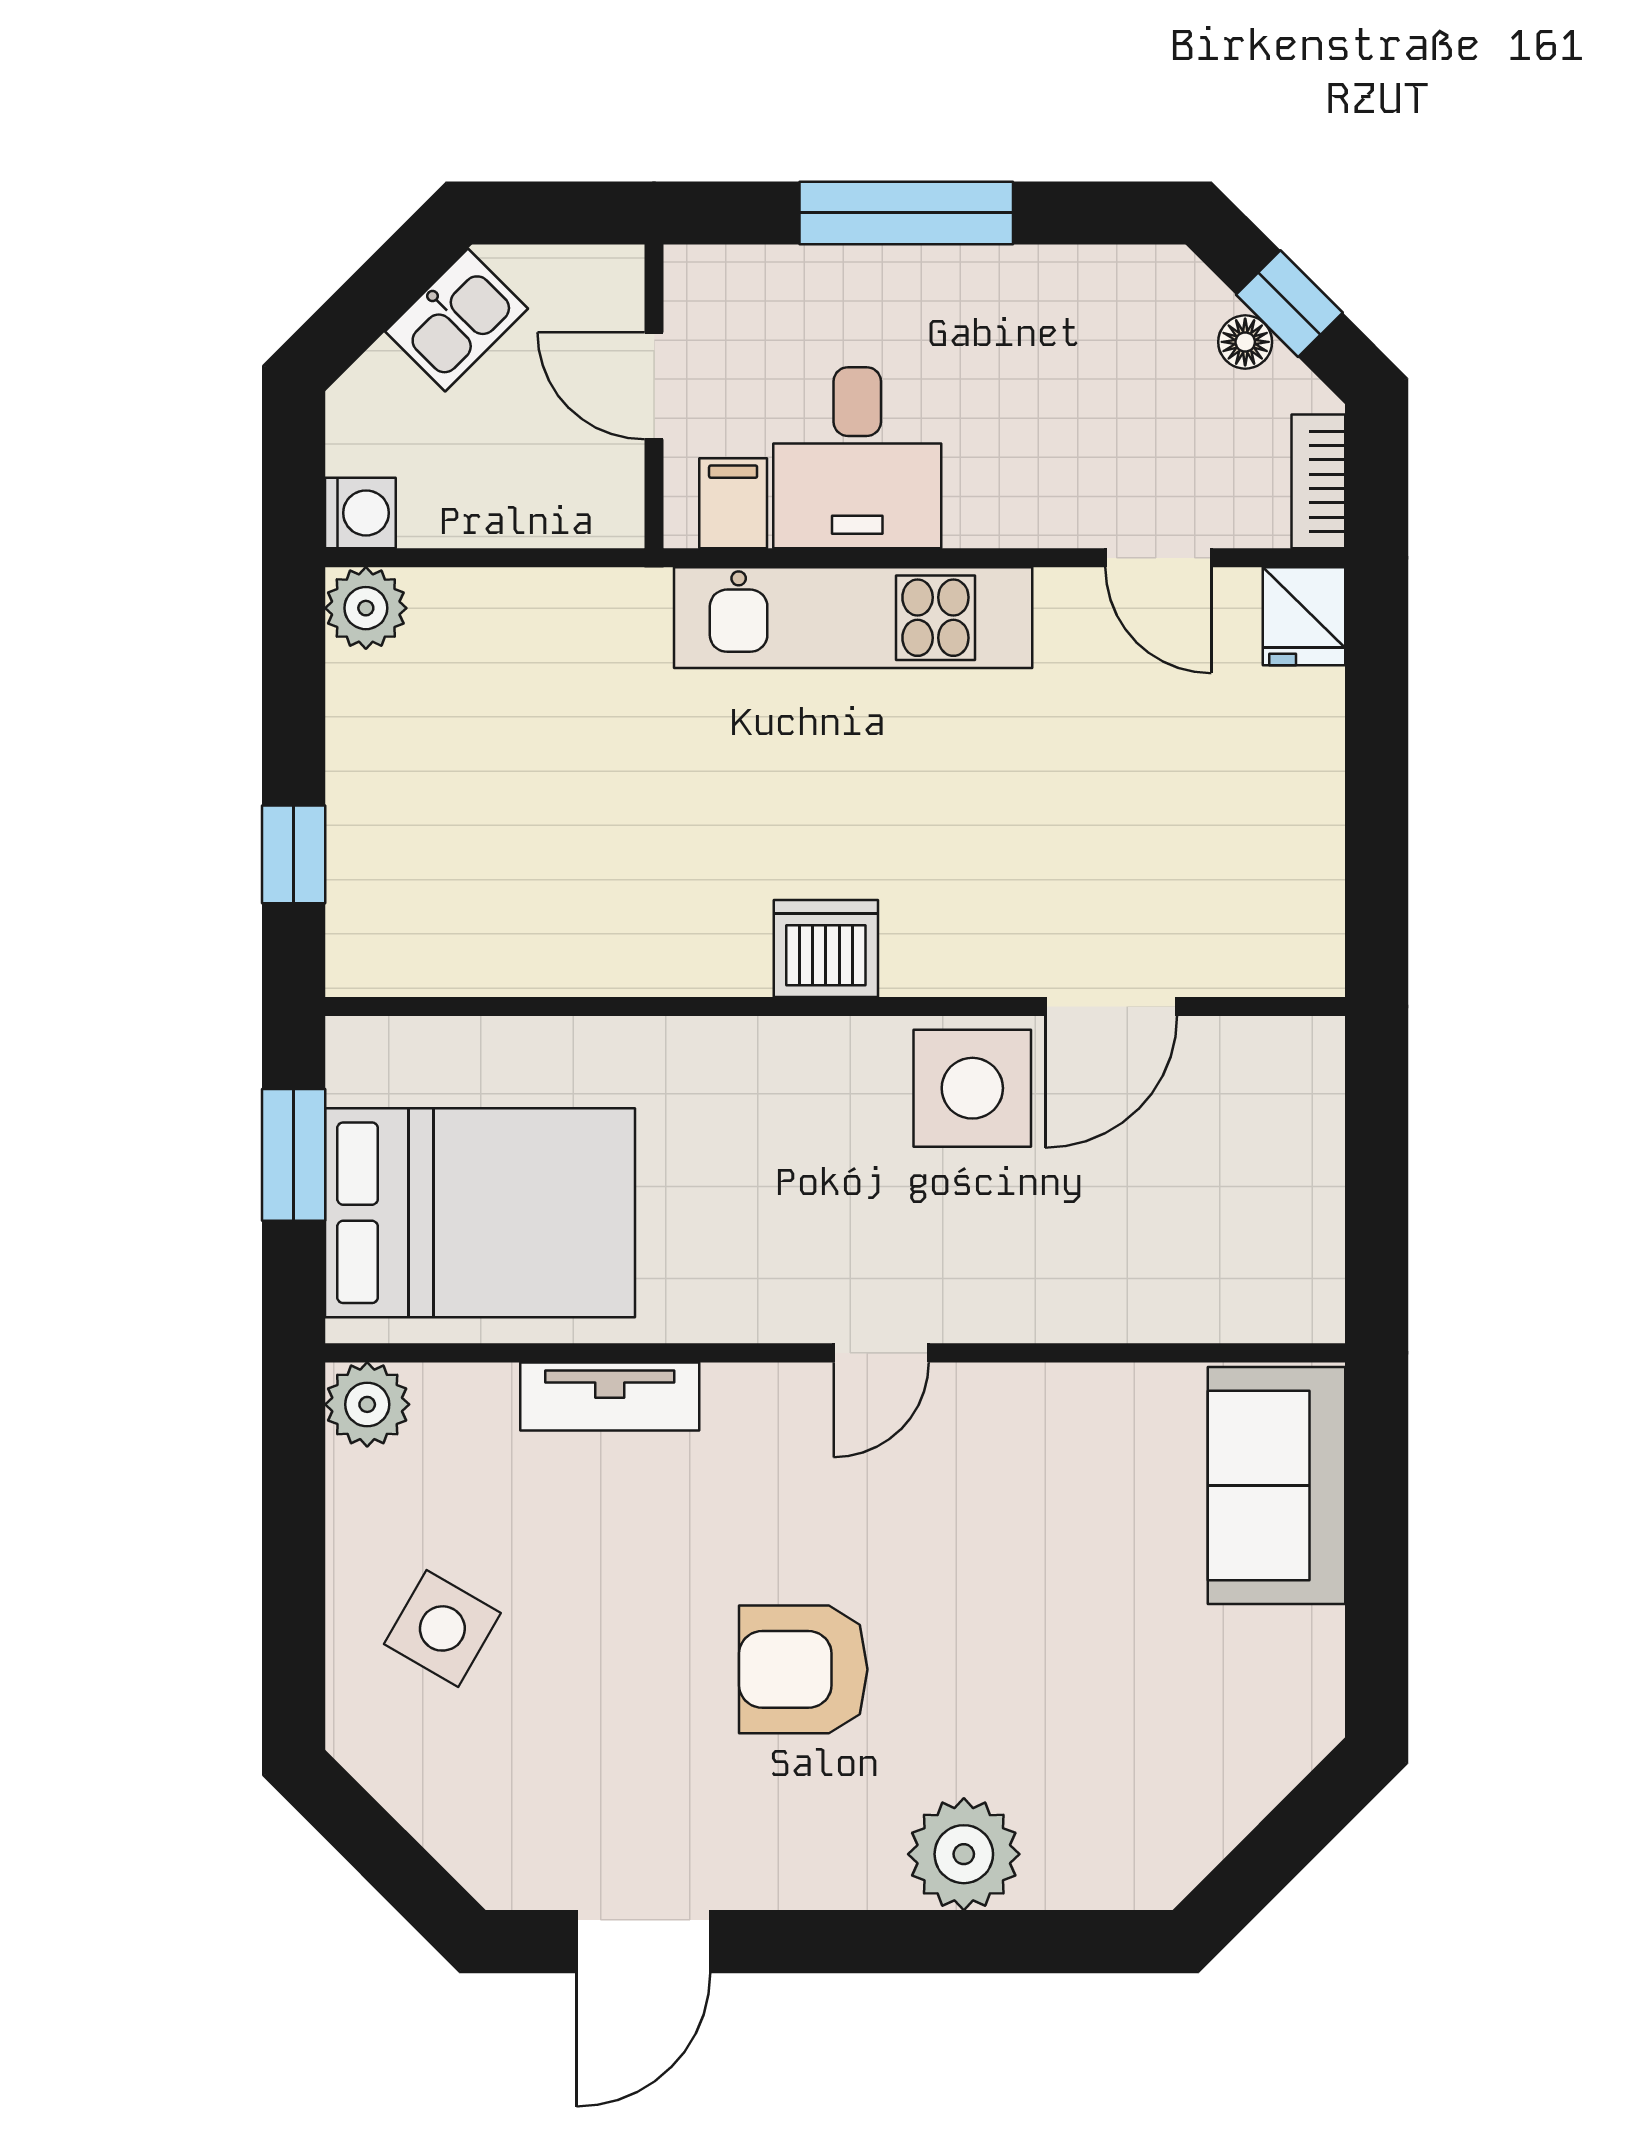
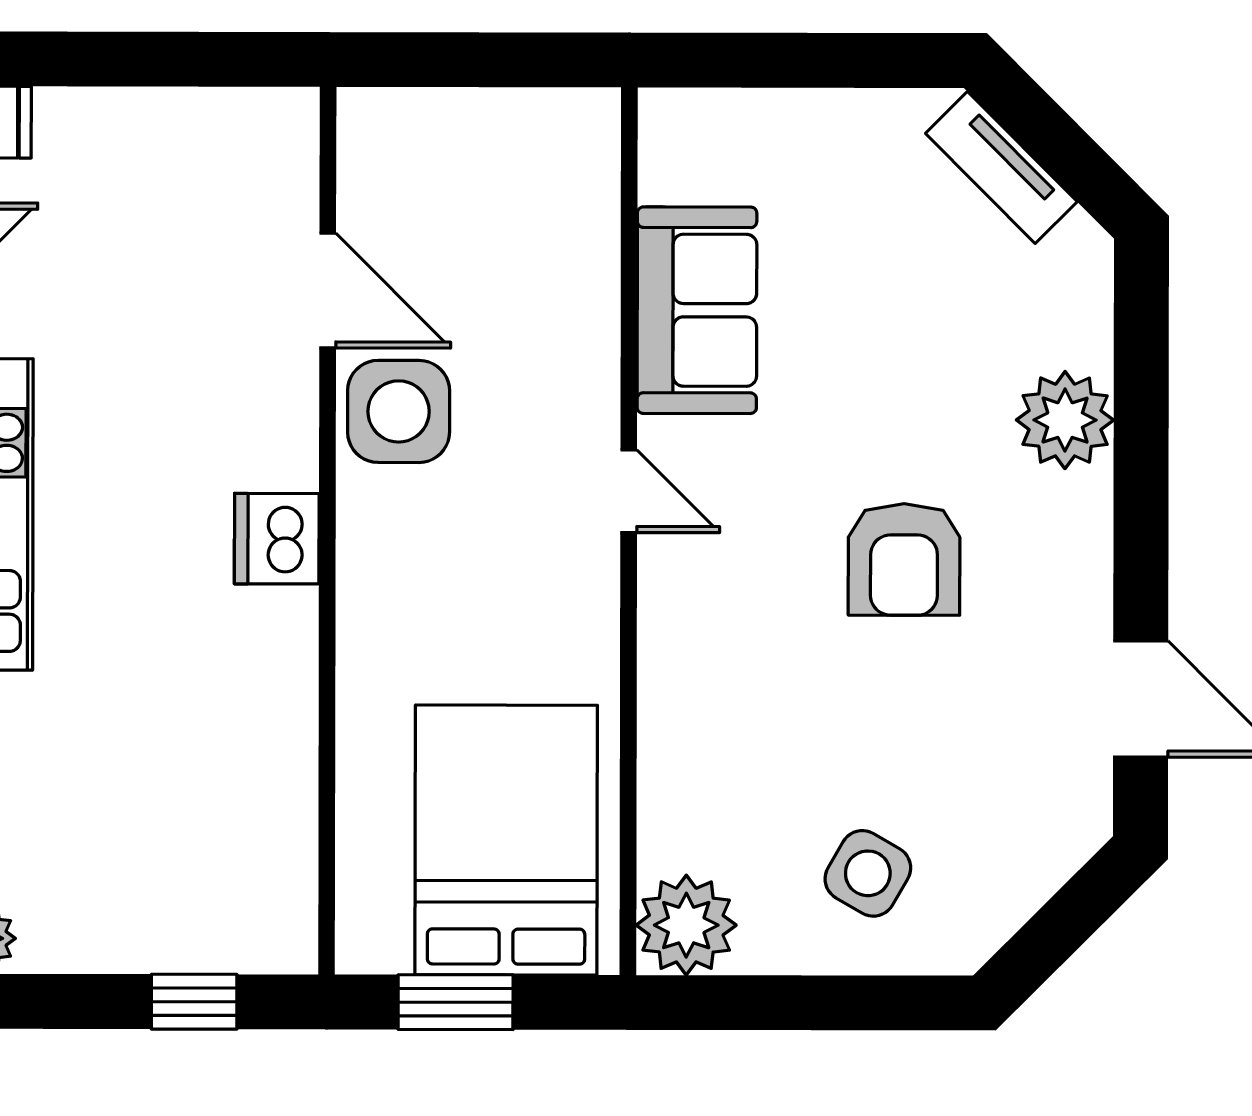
tv unit: (610, 1396) -> (1001, 167), moved, turned 135
plant: (367, 1404) -> (686, 925), width x1.36, depth x1.36
sofa: (1277, 1485) -> (697, 310), moved, turned -90

